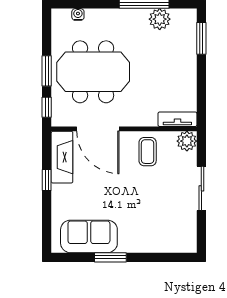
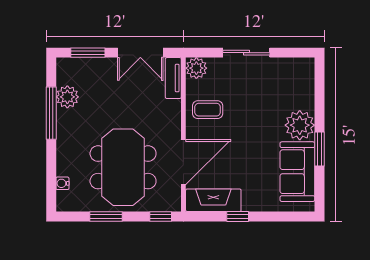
window: (47, 71) -> (106, 216), moved
double door: (201, 88) -> (140, 53), added
plant: (133, 239) -> (300, 125), added

